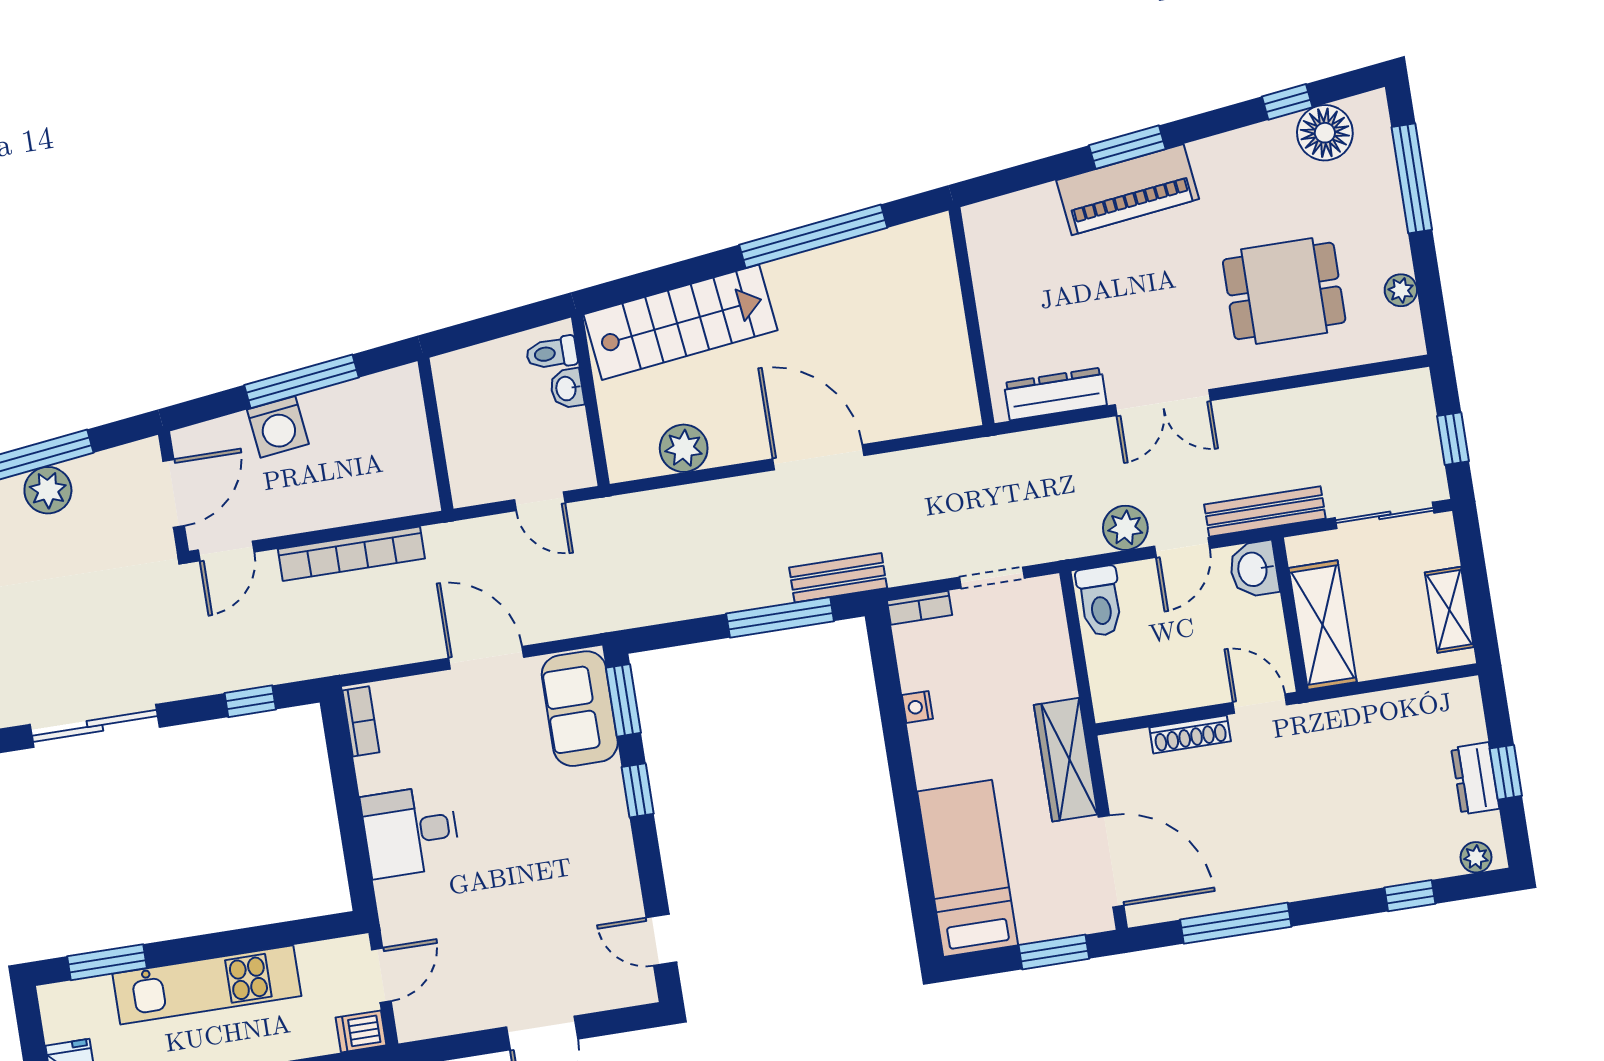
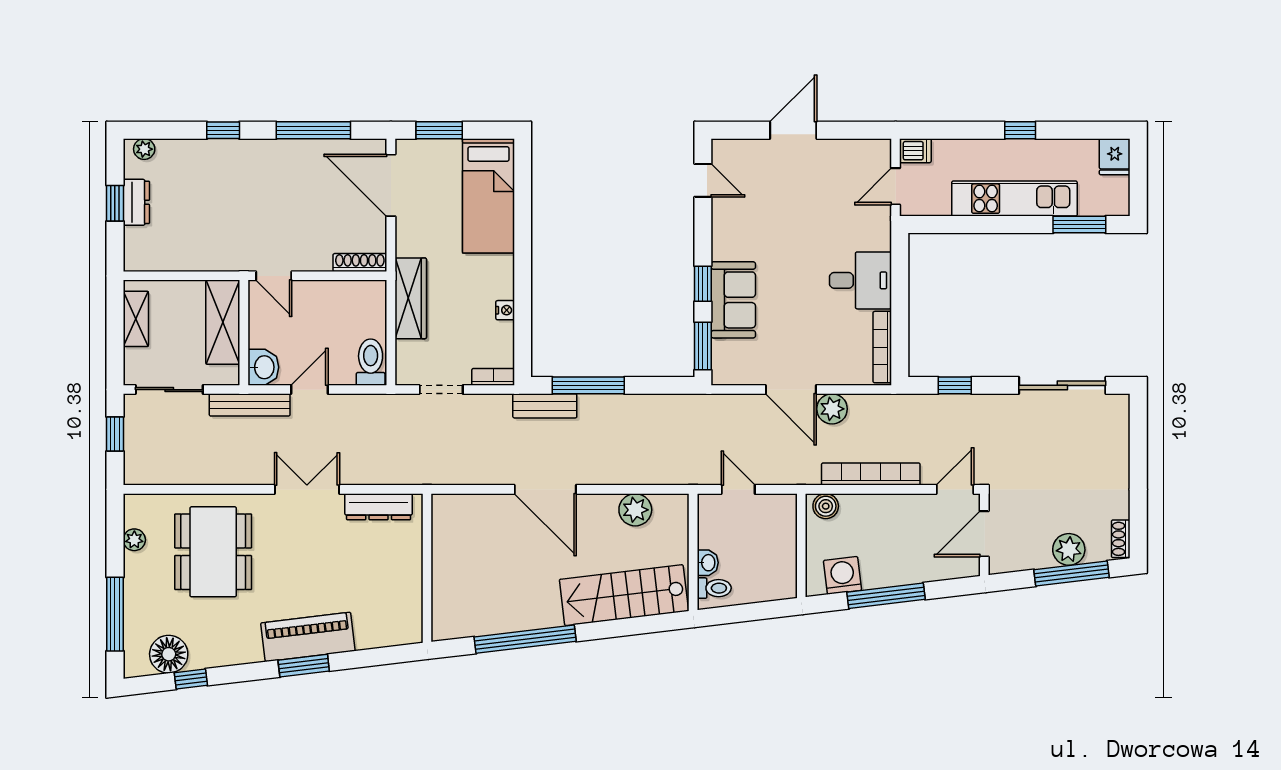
dining table: (1284, 291) -> (213, 552), width x1.37
washing machine: (278, 427) -> (842, 575), moved
boiler: (409, 497) -> (826, 506), added
plant: (1125, 528) -> (832, 409), moved
sofa: (580, 709) -> (733, 300), moved
bookcase: (361, 721) -> (882, 347), width x1.56
shoe rack: (1190, 734) -> (360, 263), moved
wardrobe: (1066, 760) -> (411, 298), moved
window: (1410, 896) -> (223, 130), moved

